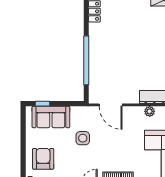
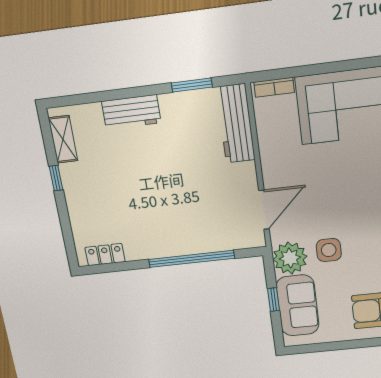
window: (43, 104) -> (274, 300), moved
plant: (150, 111) -> (290, 258), moved, width x1.88, depth x1.88

